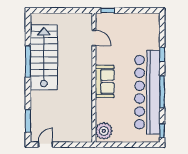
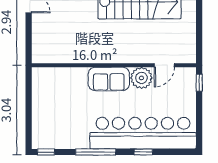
bar counter: (147, 92) -> (143, 133), moved
plant: (104, 131) -> (141, 78), moved

